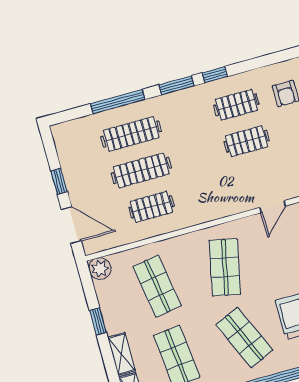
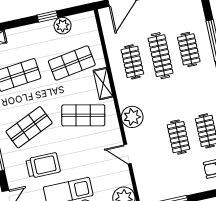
clothes rail: (131, 134) -> (189, 49), width x0.73
plant: (223, 203) -> (132, 117), added
plant: (100, 269) -> (63, 26), moved
shelving: (121, 354) -> (103, 84), moved, turned 90

